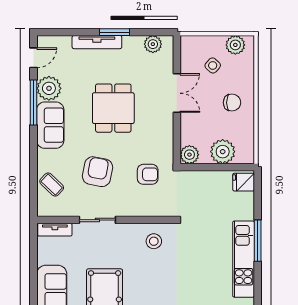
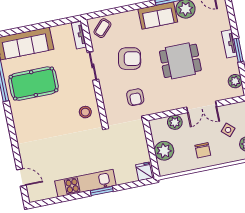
tv unit: (97, 42) -> (229, 44), width x0.71
plant: (189, 155) -> (175, 122), moved
coffee table: (52, 185) -> (102, 28), moved
window: (258, 241) -> (102, 191), width x0.69

